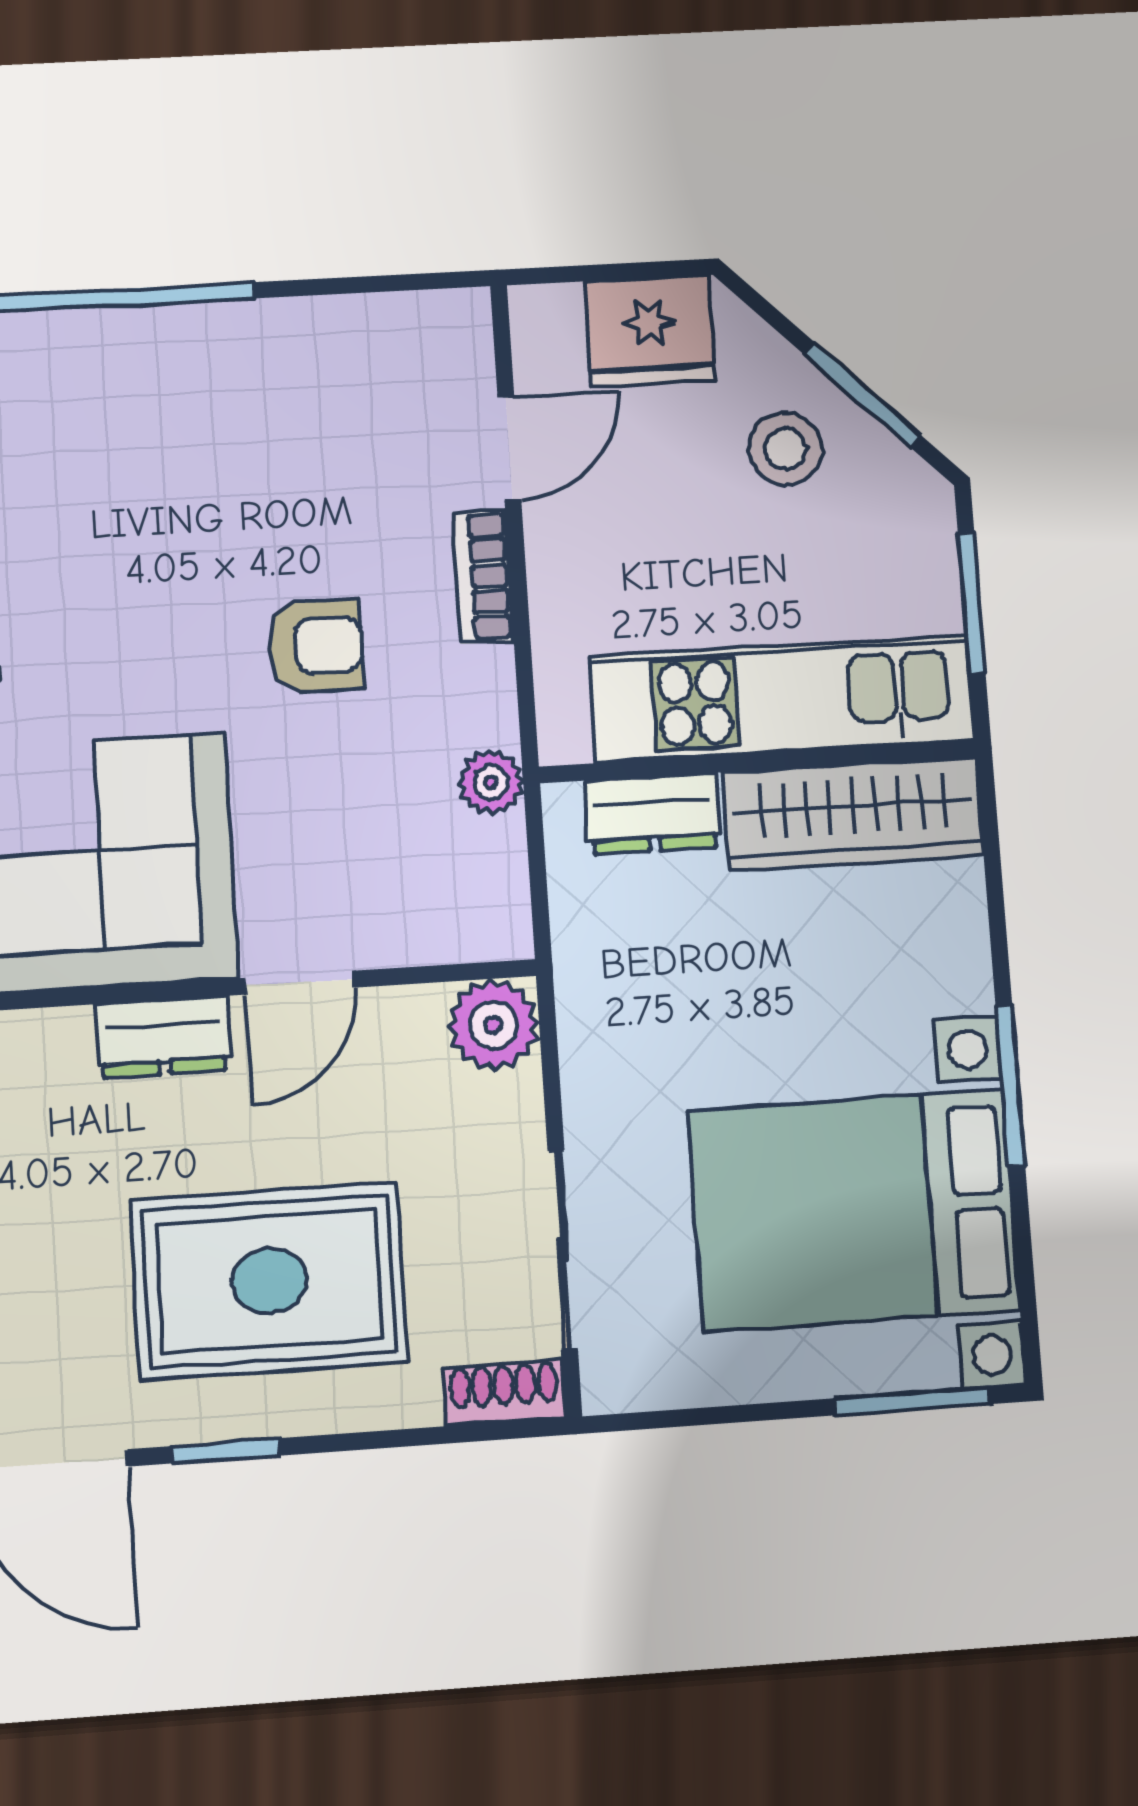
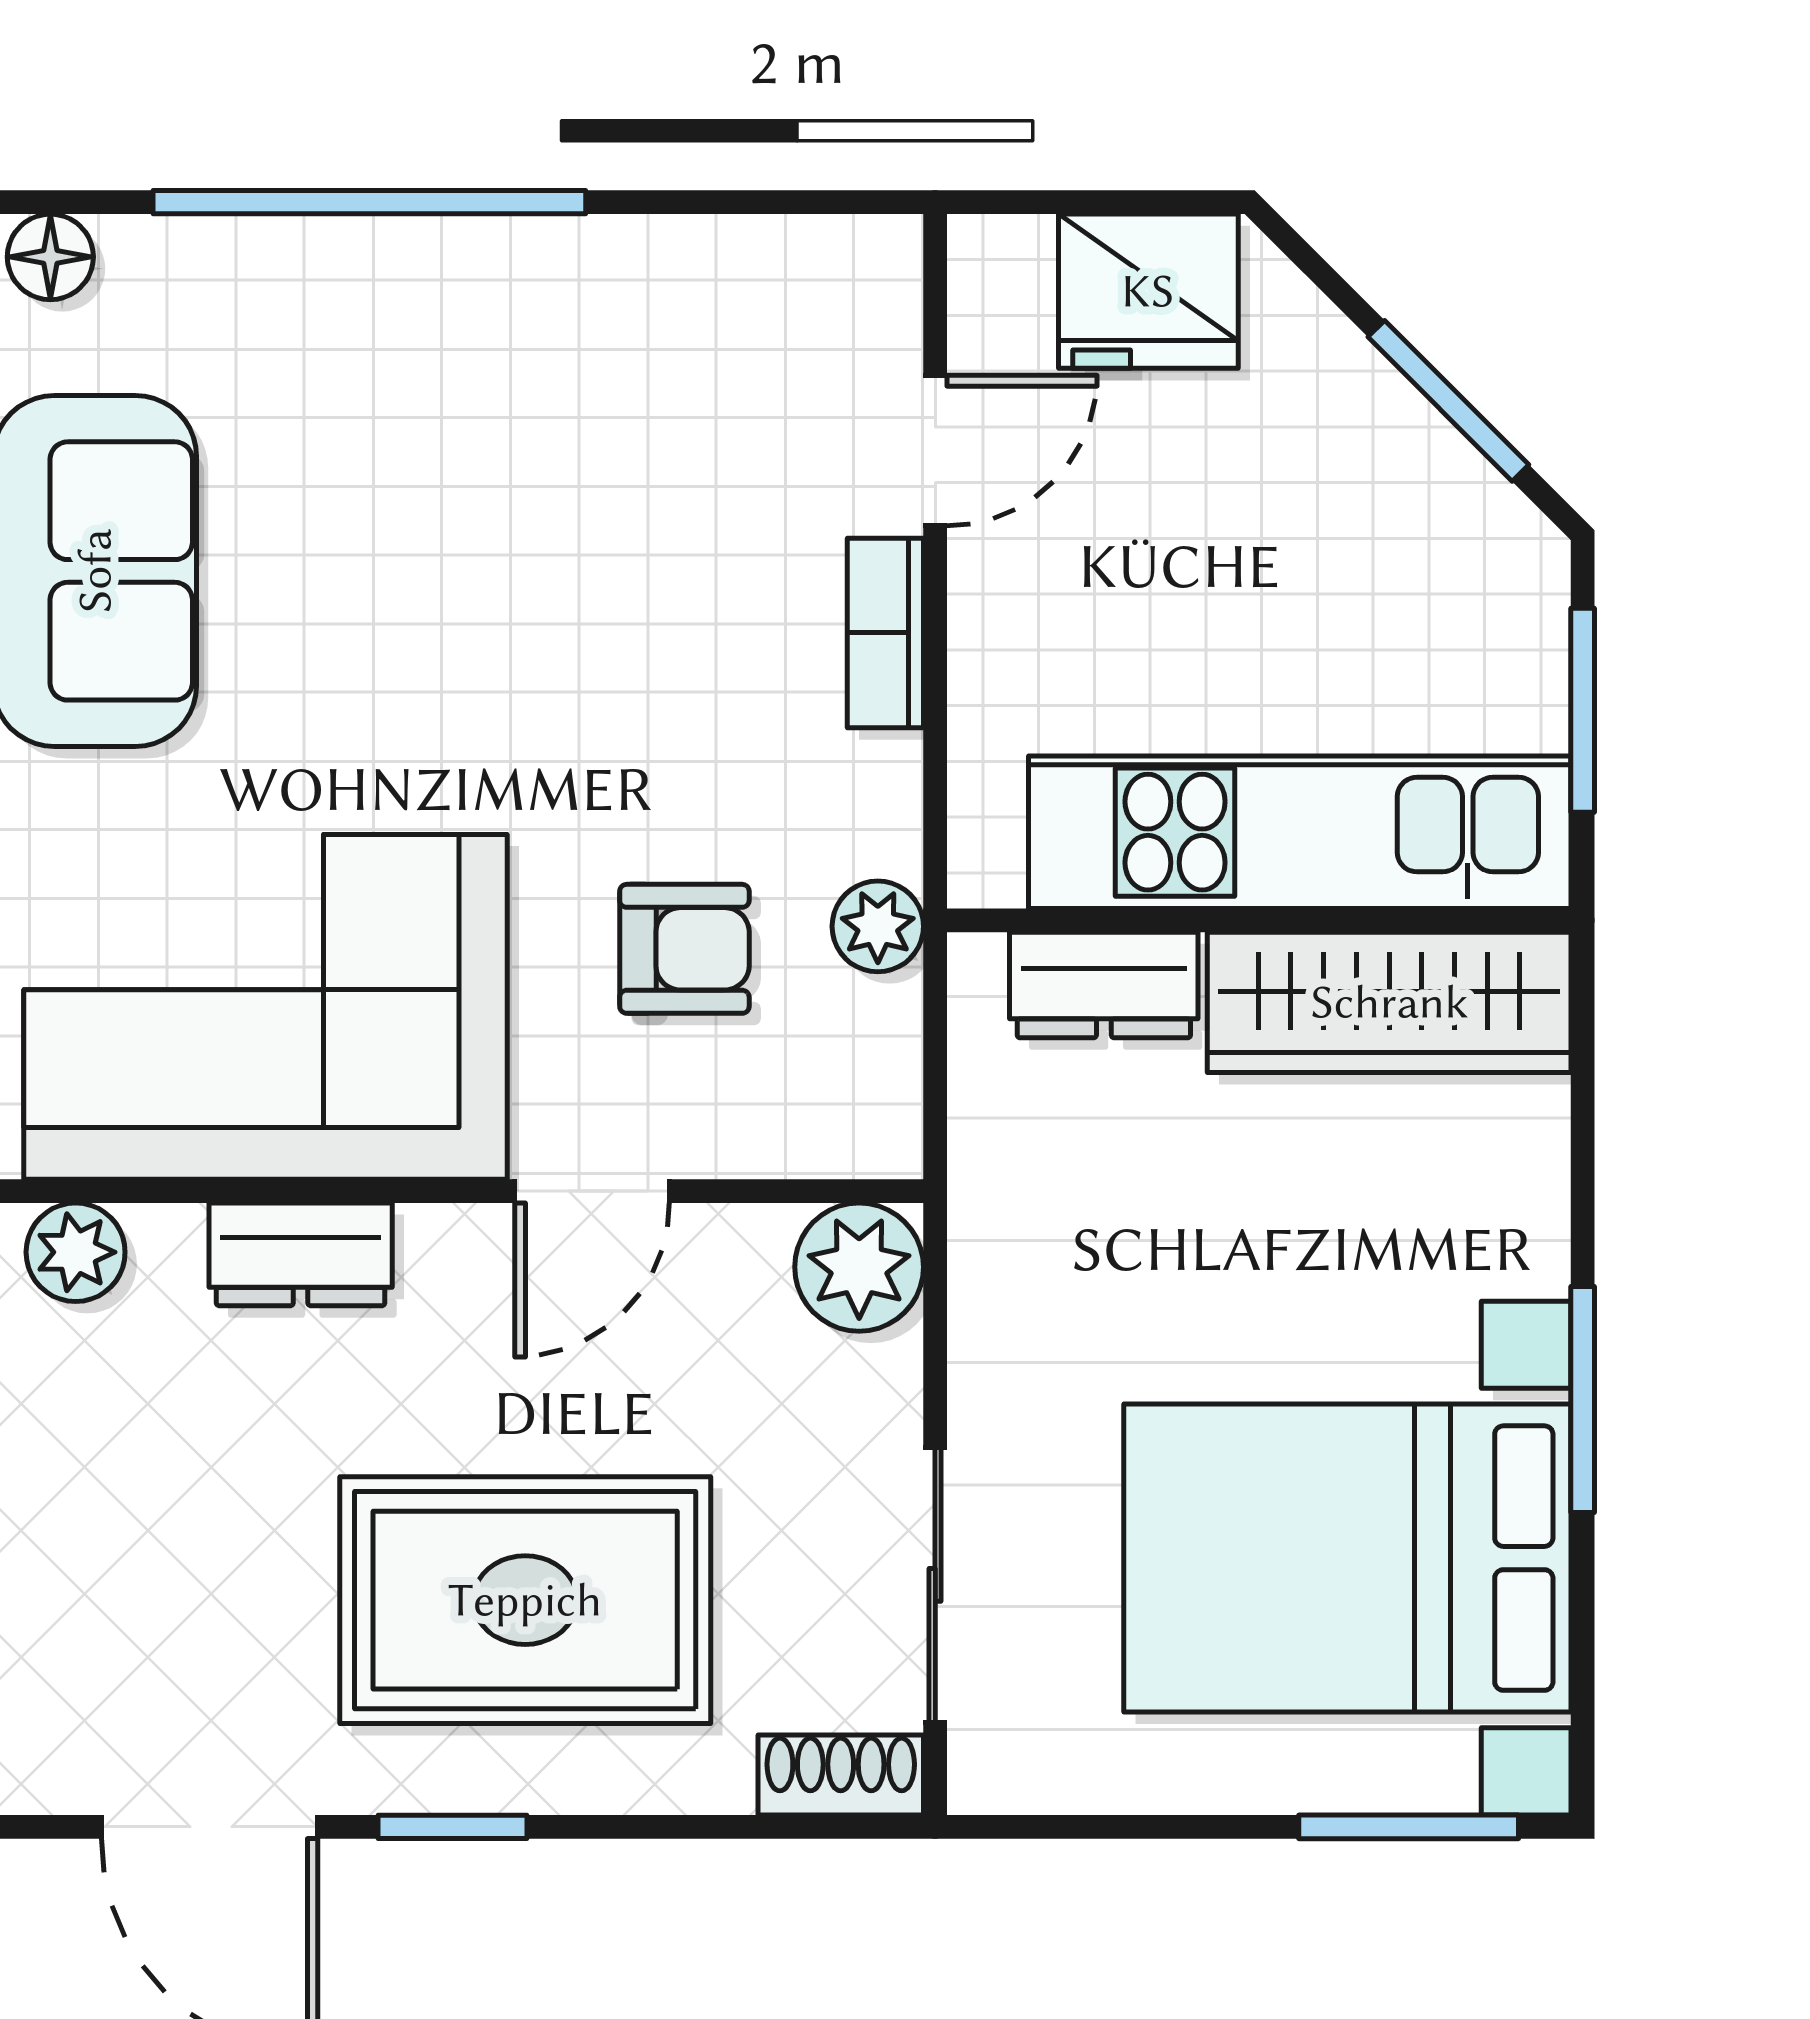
stool: (785, 449) -> (1331, 473), removed
armchair: (315, 646) -> (684, 949), moved
dresser: (163, 1037) -> (301, 1254), moved

